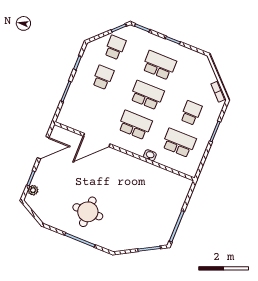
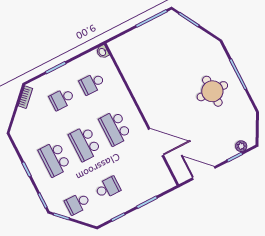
school desk: (103, 77) -> (108, 188), turned 180
school desk: (179, 143) -> (92, 83), width x0.54
washbasin: (150, 155) -> (103, 52), moved

